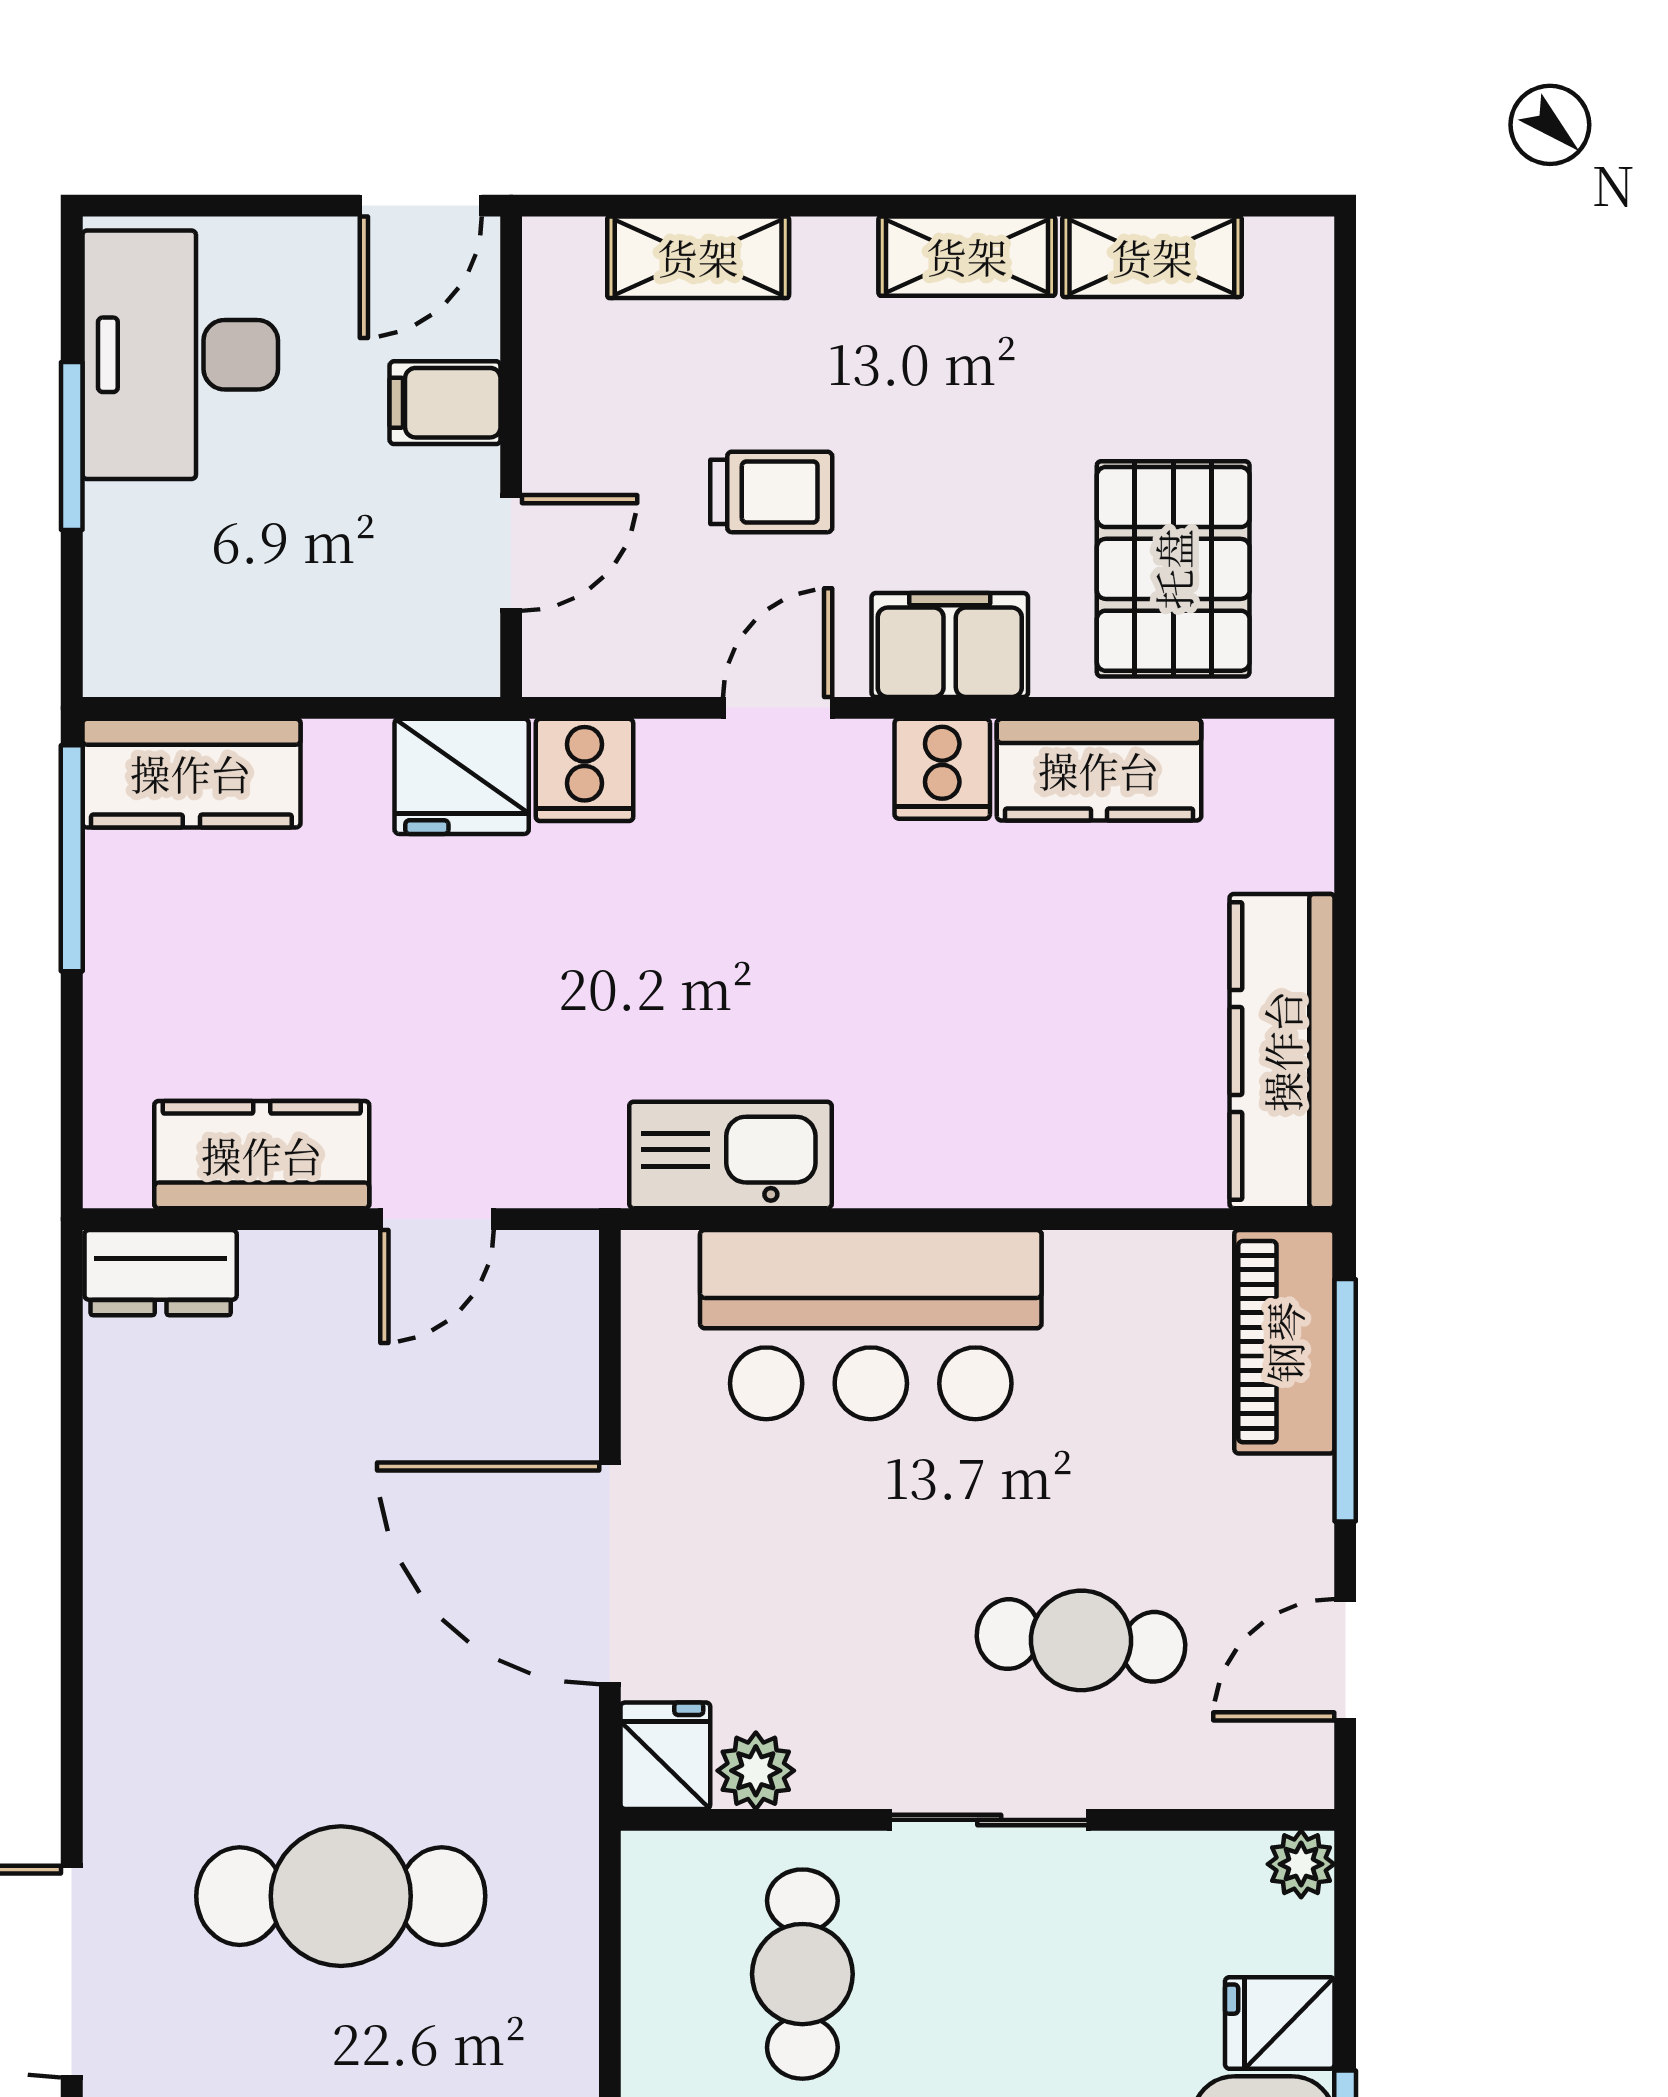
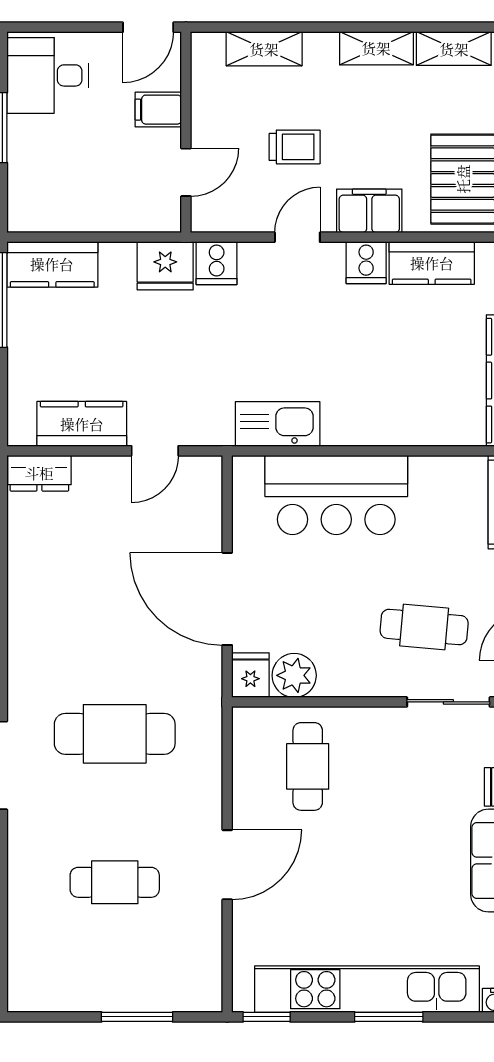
desk: (180, 355) -> (48, 75), width x0.73
plant: (756, 1771) -> (294, 675), width x1.38, depth x1.38
sliding door: (989, 1820) -> (448, 702), moved

